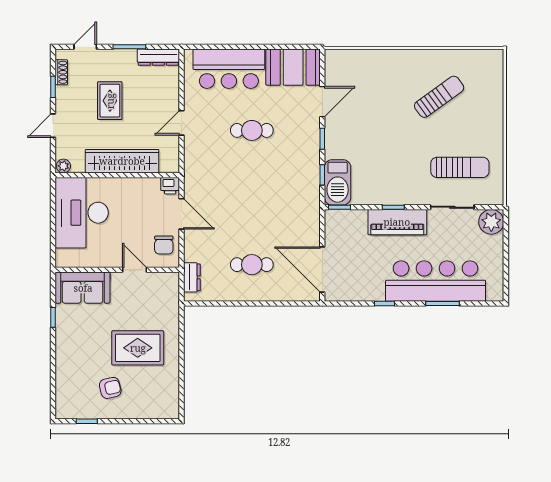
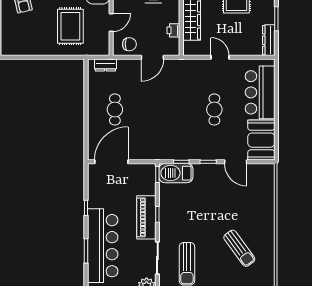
printer: (170, 186) -> (173, 30), moved
chair: (164, 245) -> (129, 44), turned 180
rug: (138, 348) -> (70, 26), moved

